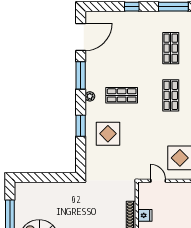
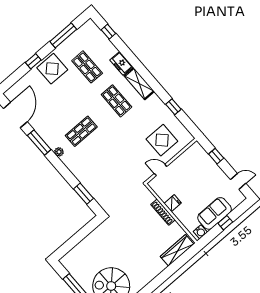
window: (81, 126) -> (83, 194), moved
display table: (108, 134) -> (52, 69), moved

